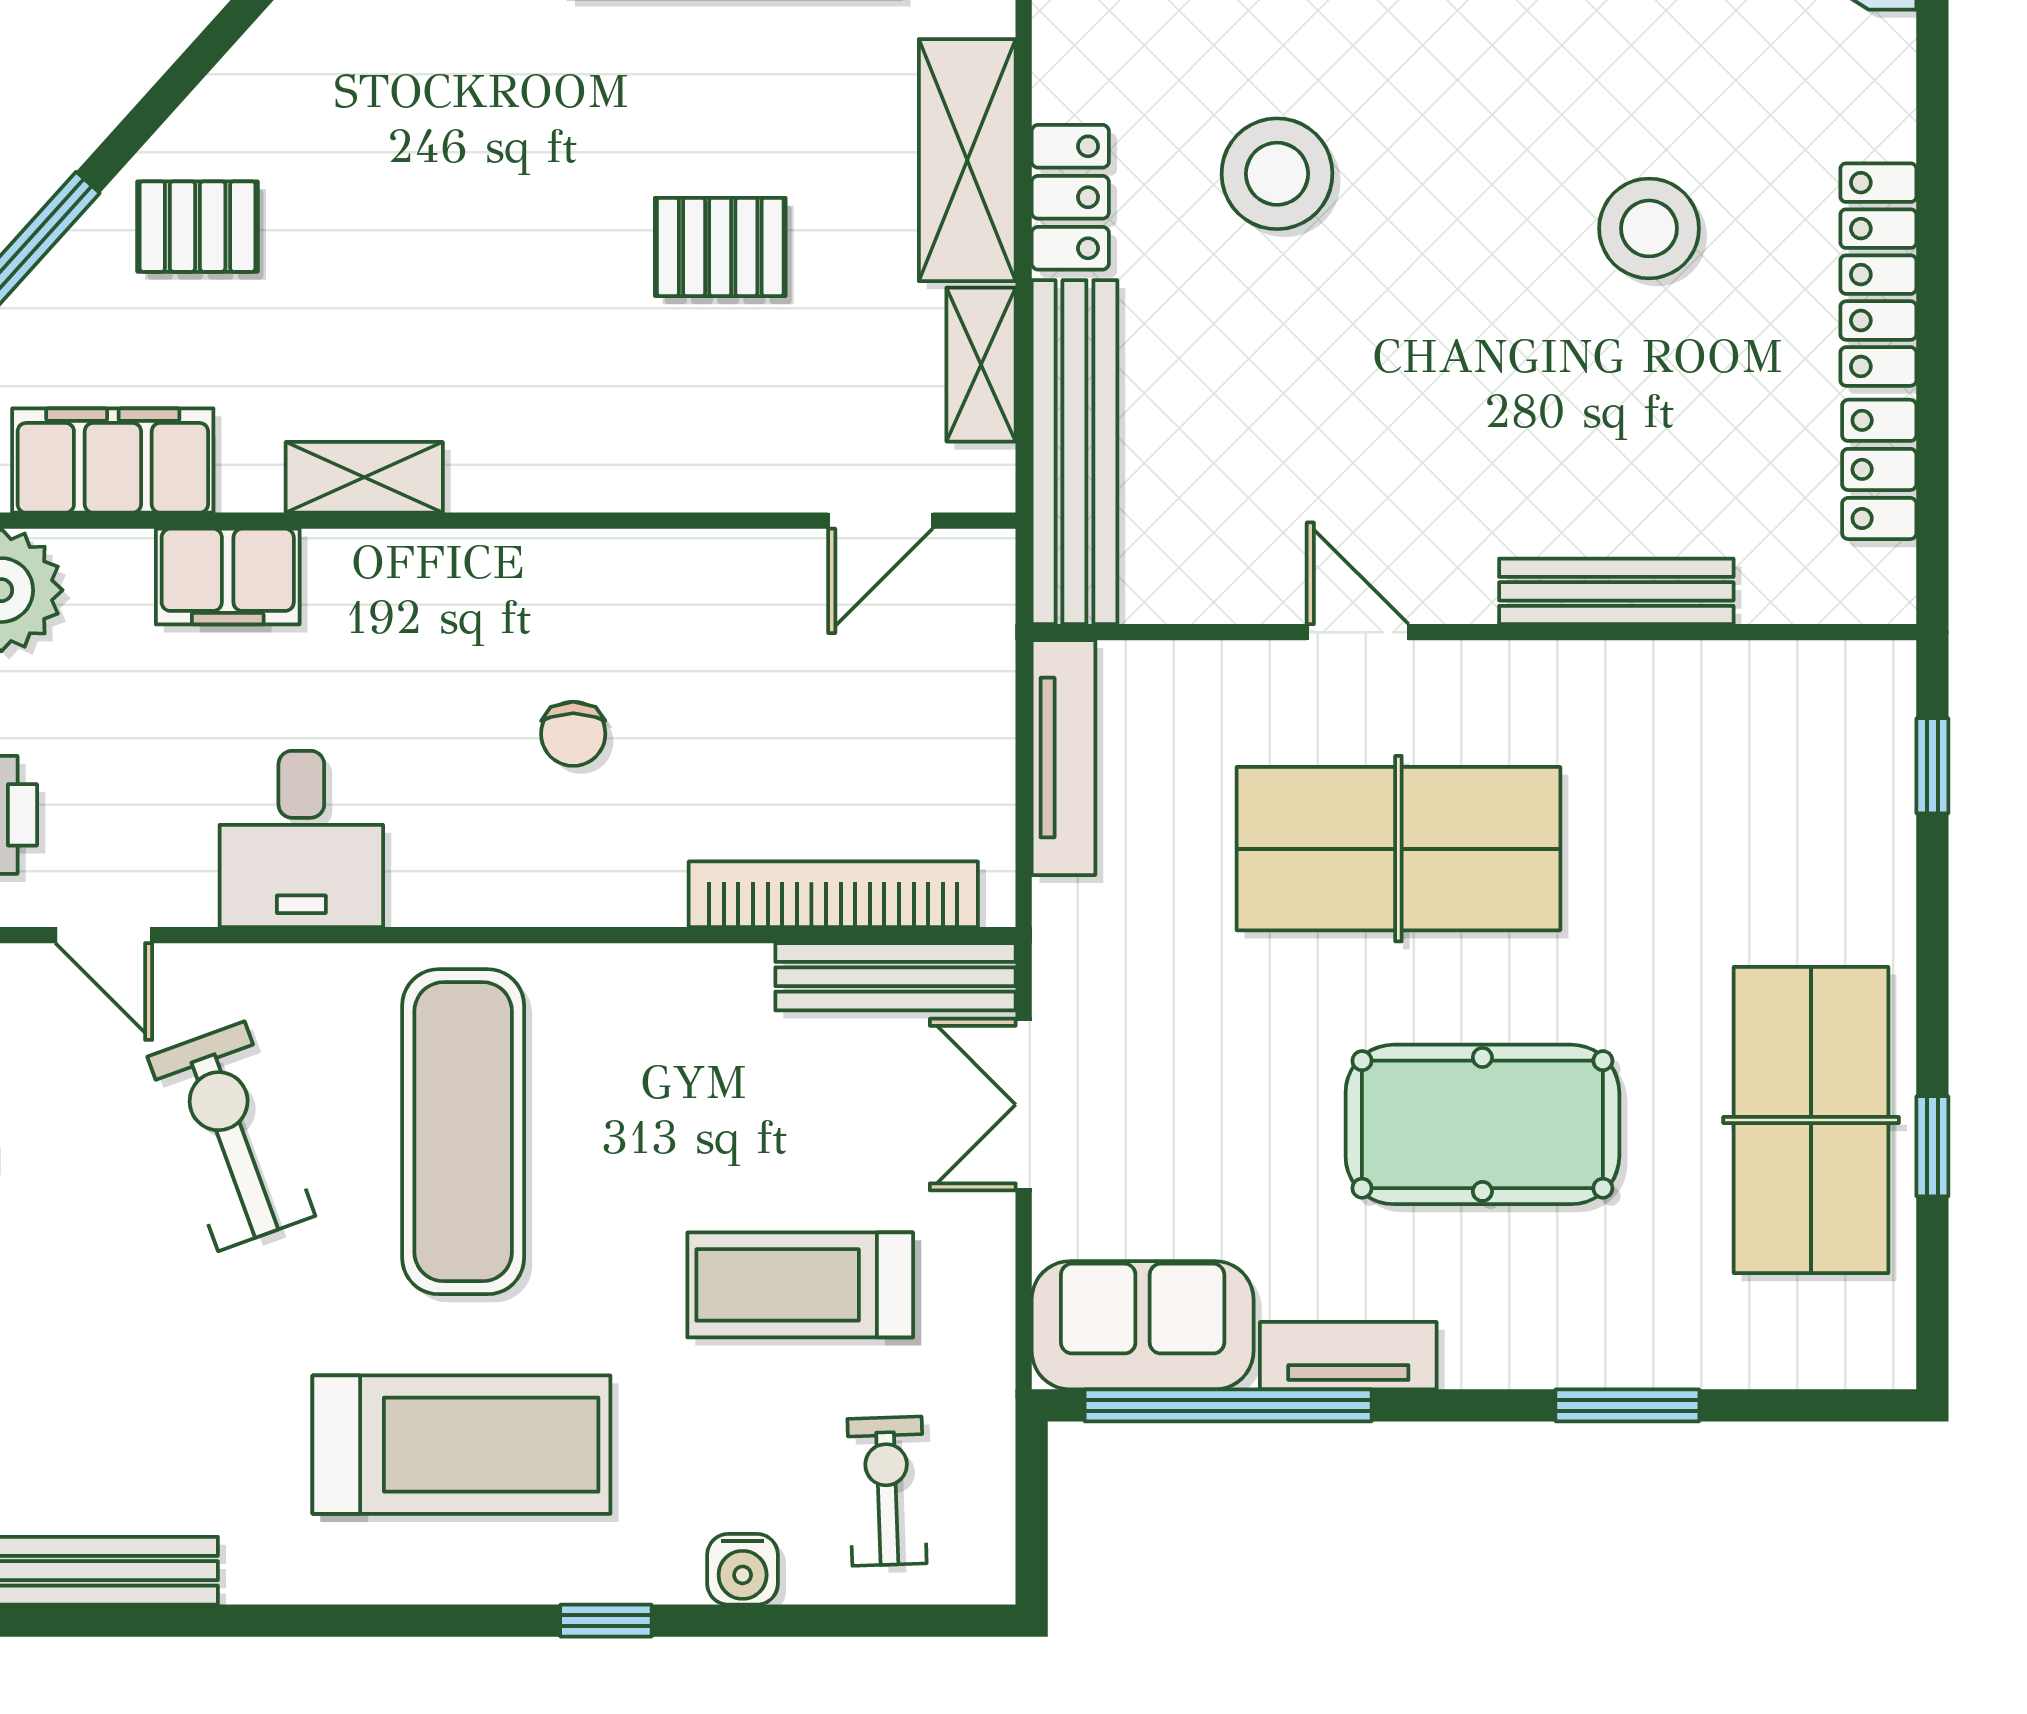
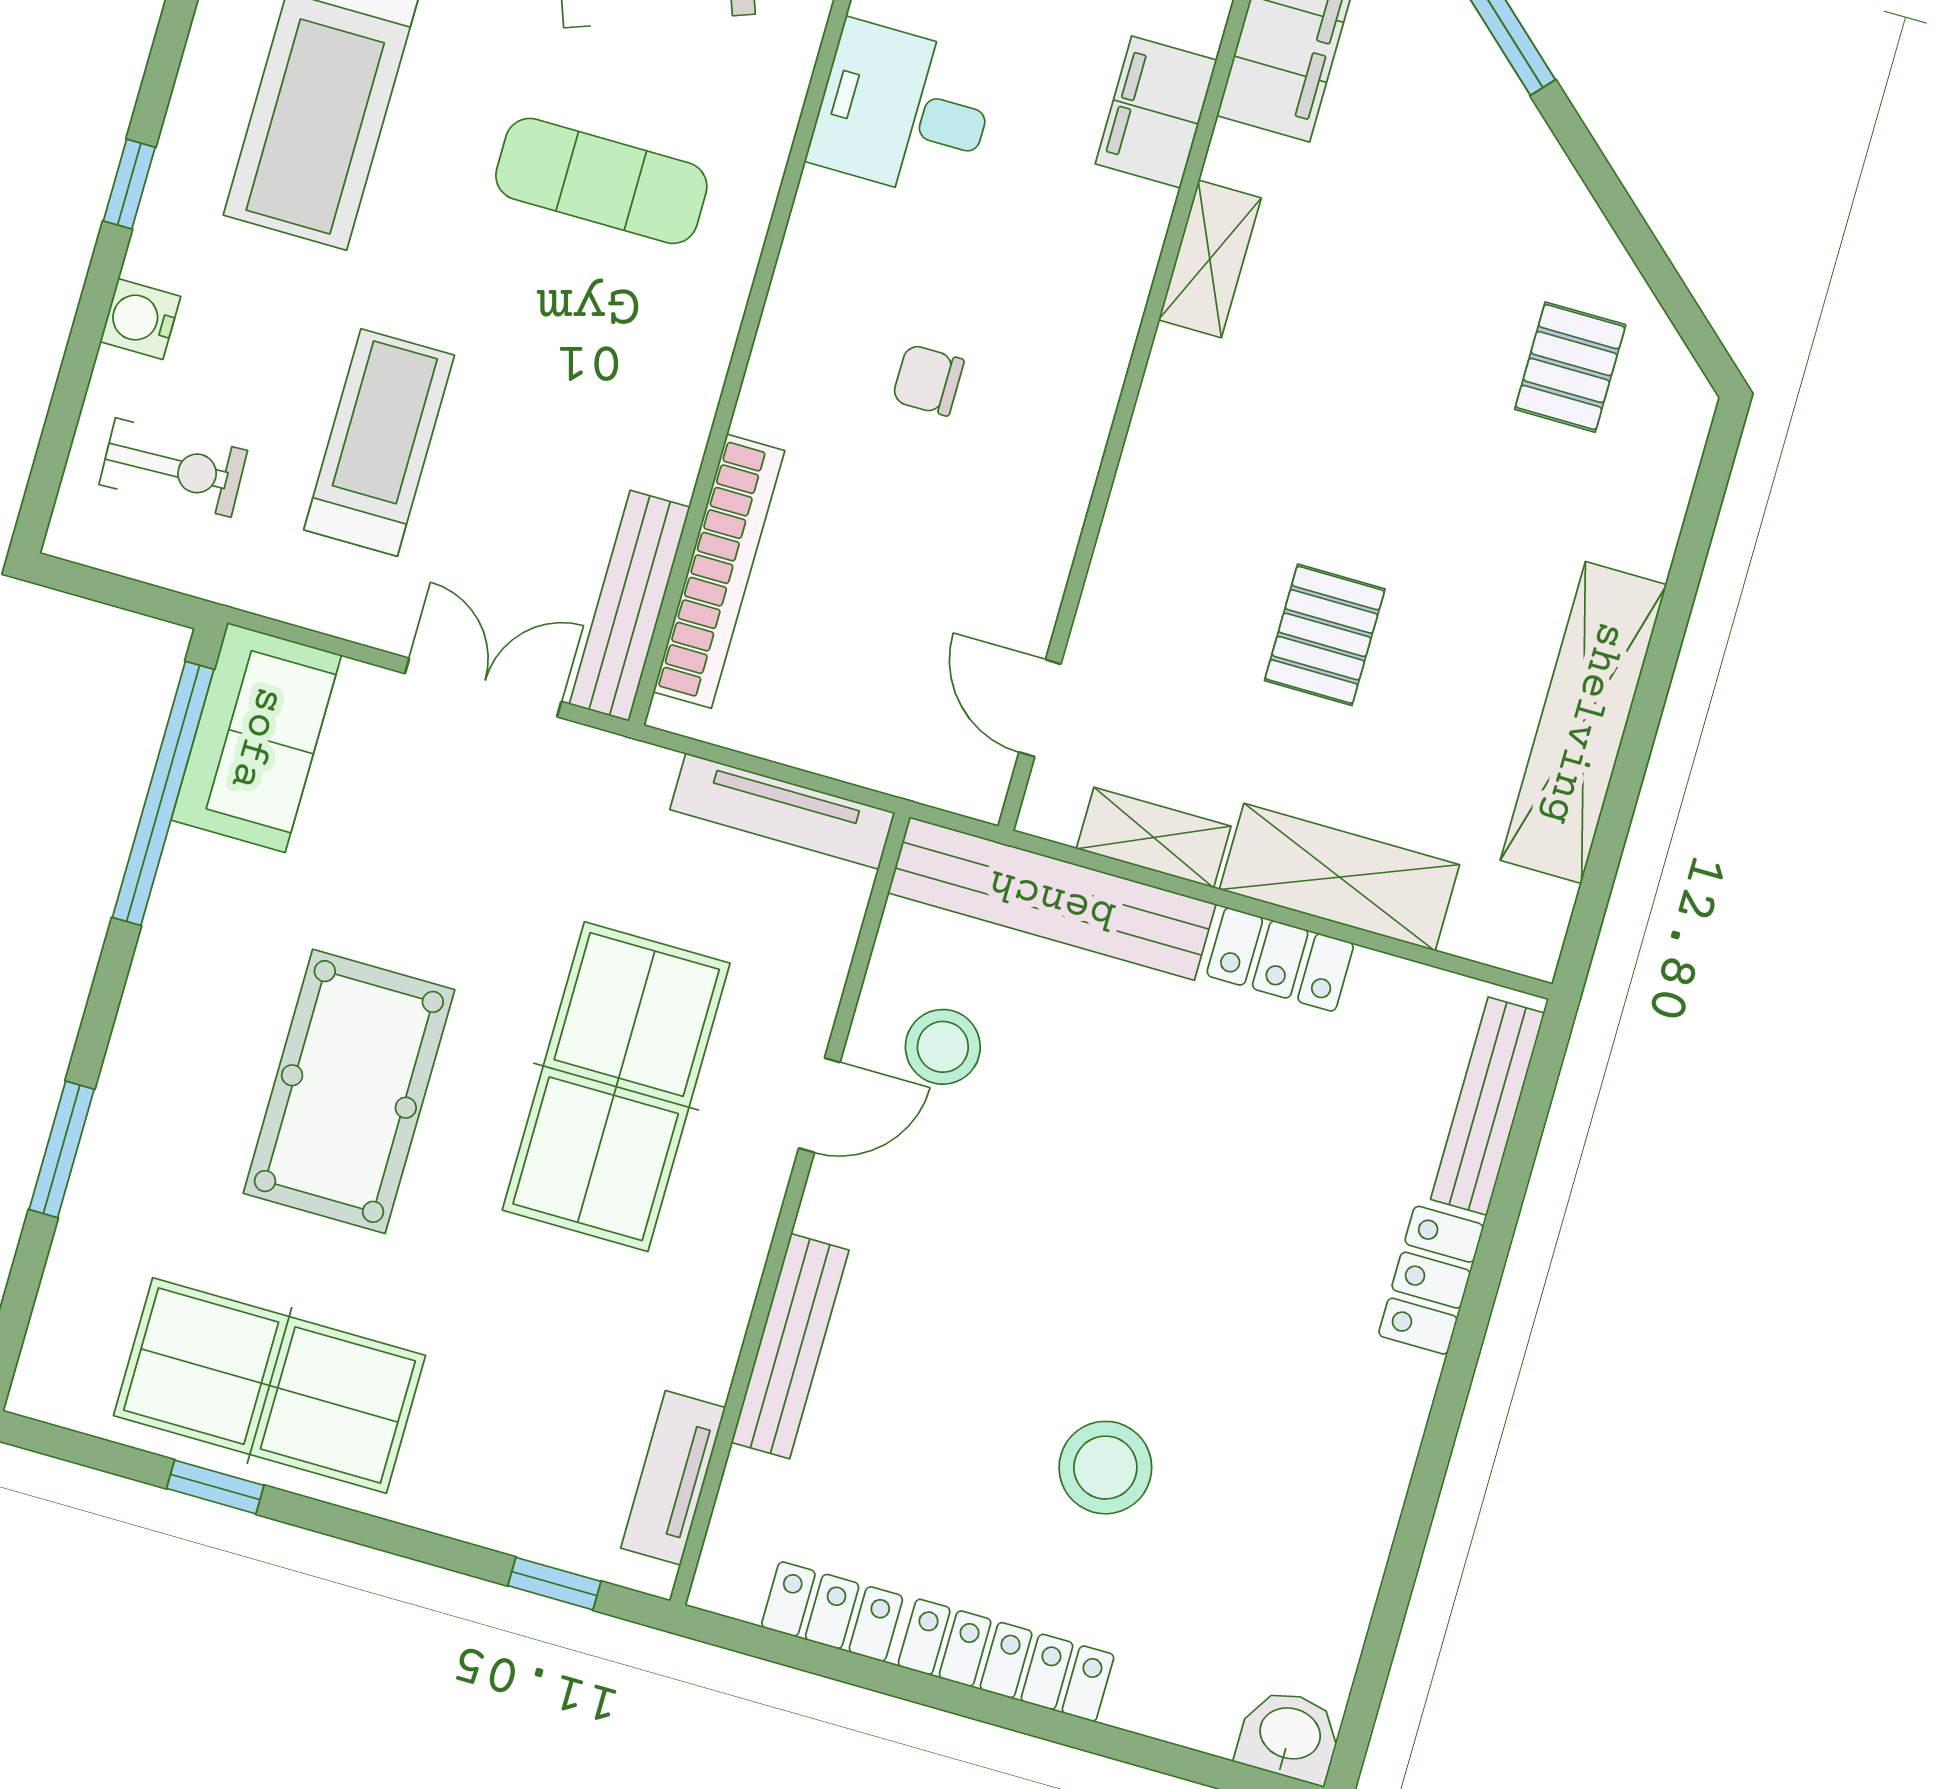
stool: (1277, 174) -> (943, 1047), moved, width x0.73, depth x0.73
pallet: (198, 227) -> (1570, 367), moved
exercise mat: (463, 1132) -> (601, 181), width x0.73, depth x0.69
tv unit: (1348, 1356) -> (673, 1478), moved, turned 180

